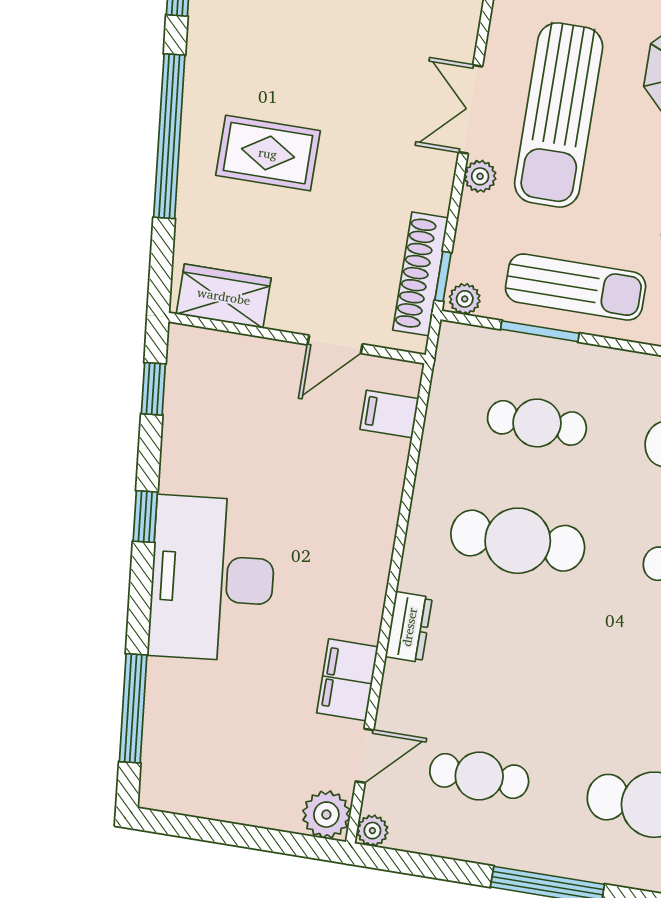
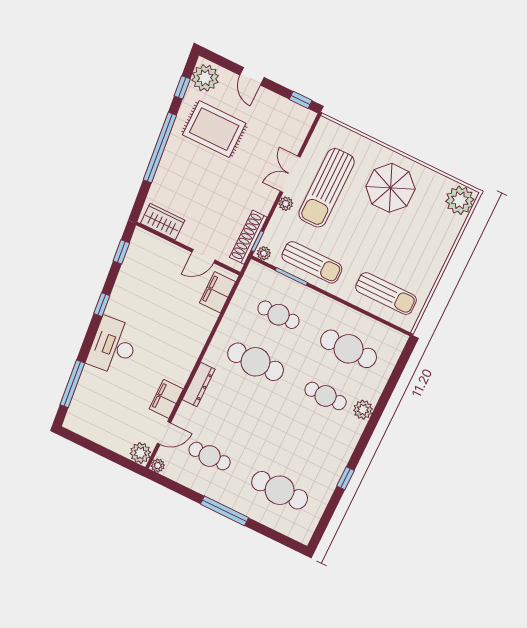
rug: (268, 153) -> (214, 129), moved, width x1.36, depth x1.43
filing cabinet: (389, 414) -> (218, 292), width x2.00
desk: (212, 579) -> (113, 346), width x0.73, depth x0.77
dresser: (409, 627) -> (199, 384), width x1.44

